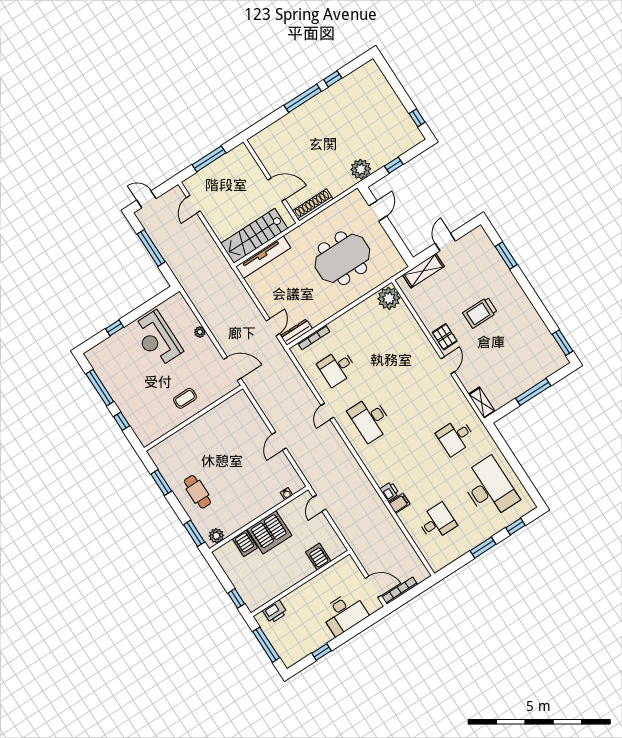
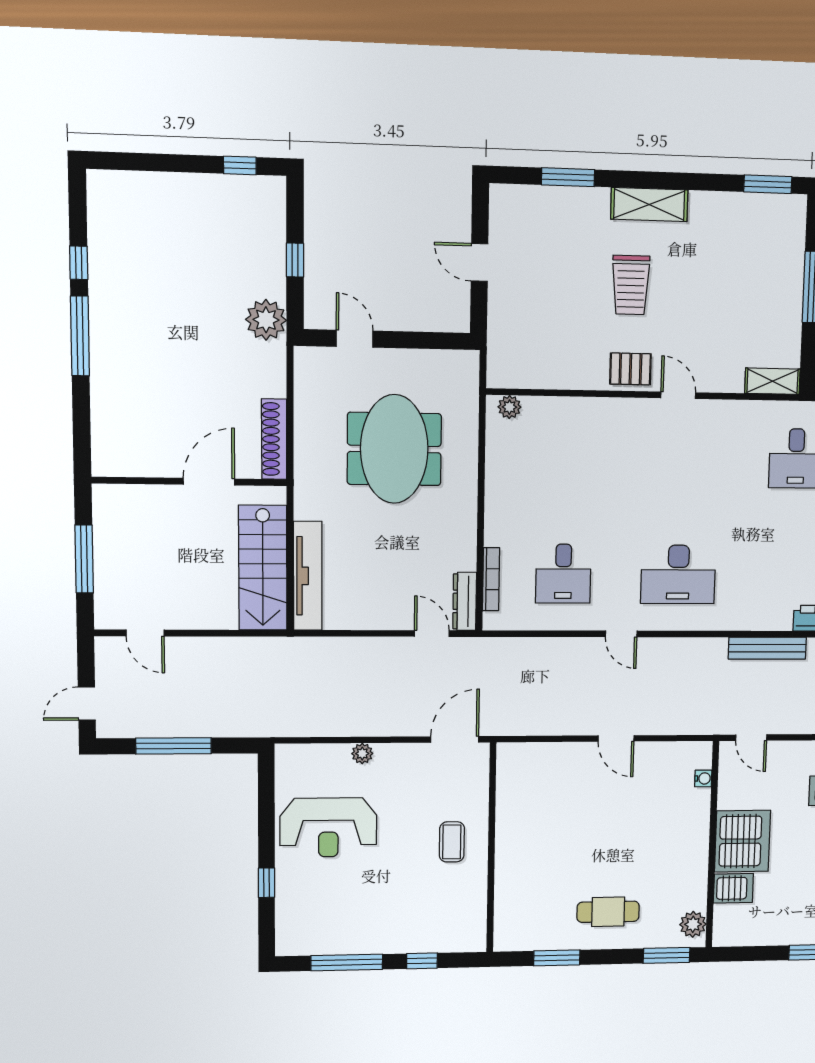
shelving: (423, 271) -> (649, 204), moved, turned 90
plant: (389, 298) -> (509, 407), width x0.53, depth x0.53
bench: (364, 482) -> (767, 648), added

